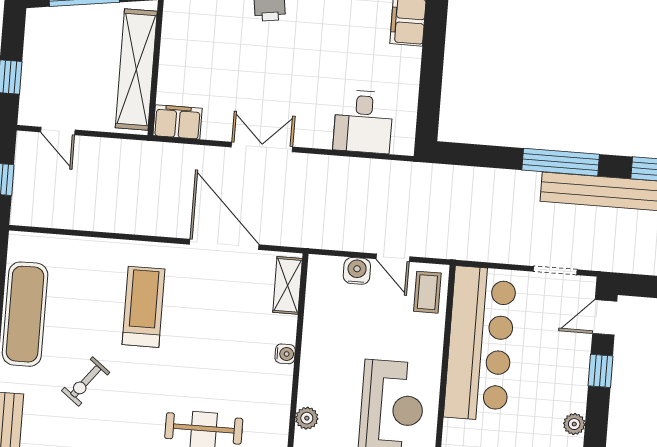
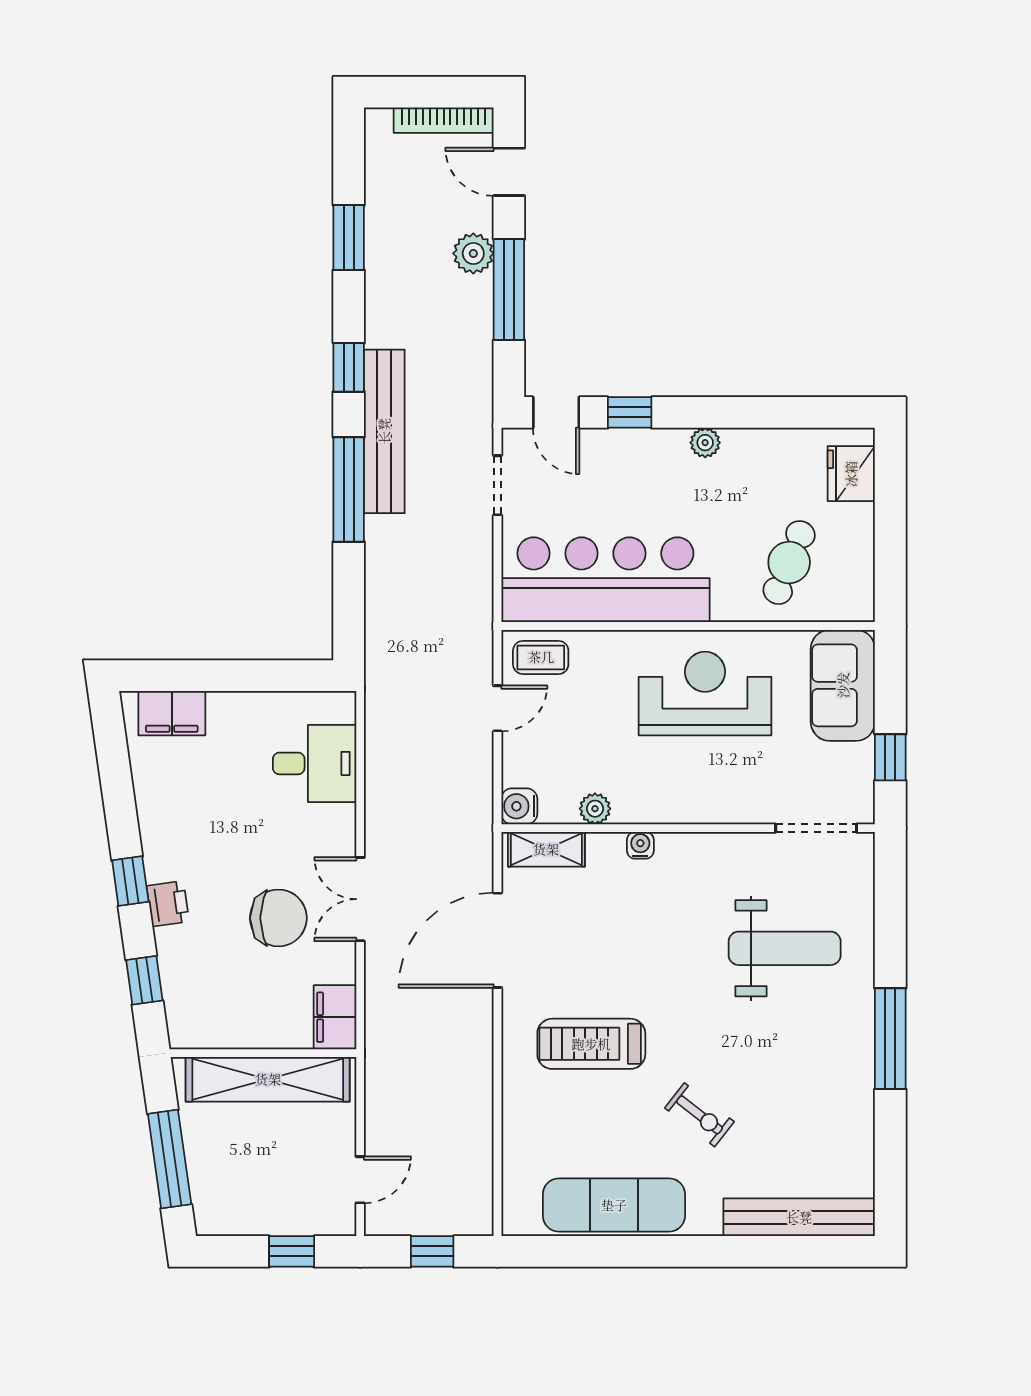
chair: (253, 86) -> (278, 918), added
water cooler: (357, 271) -> (519, 806), moved
plant: (307, 418) -> (595, 809), moved

